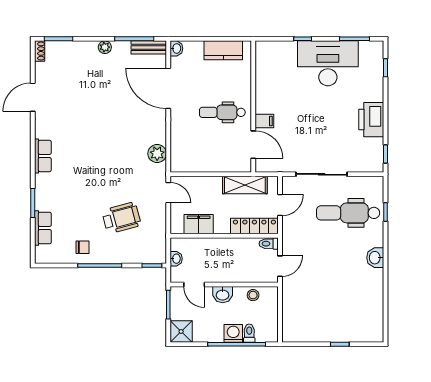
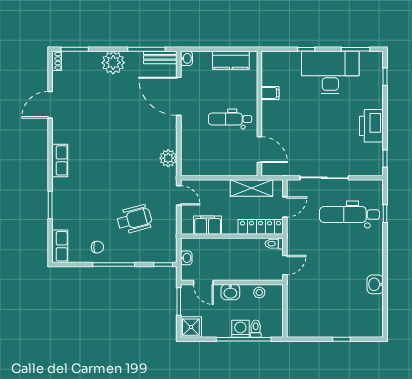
plant: (105, 47) -> (113, 63), width x1.87, depth x1.87
filing cabinet: (264, 121) -> (270, 93), moved
row of seats: (43, 228) -> (60, 246), moved
washbasin: (375, 258) -> (375, 284), moved

